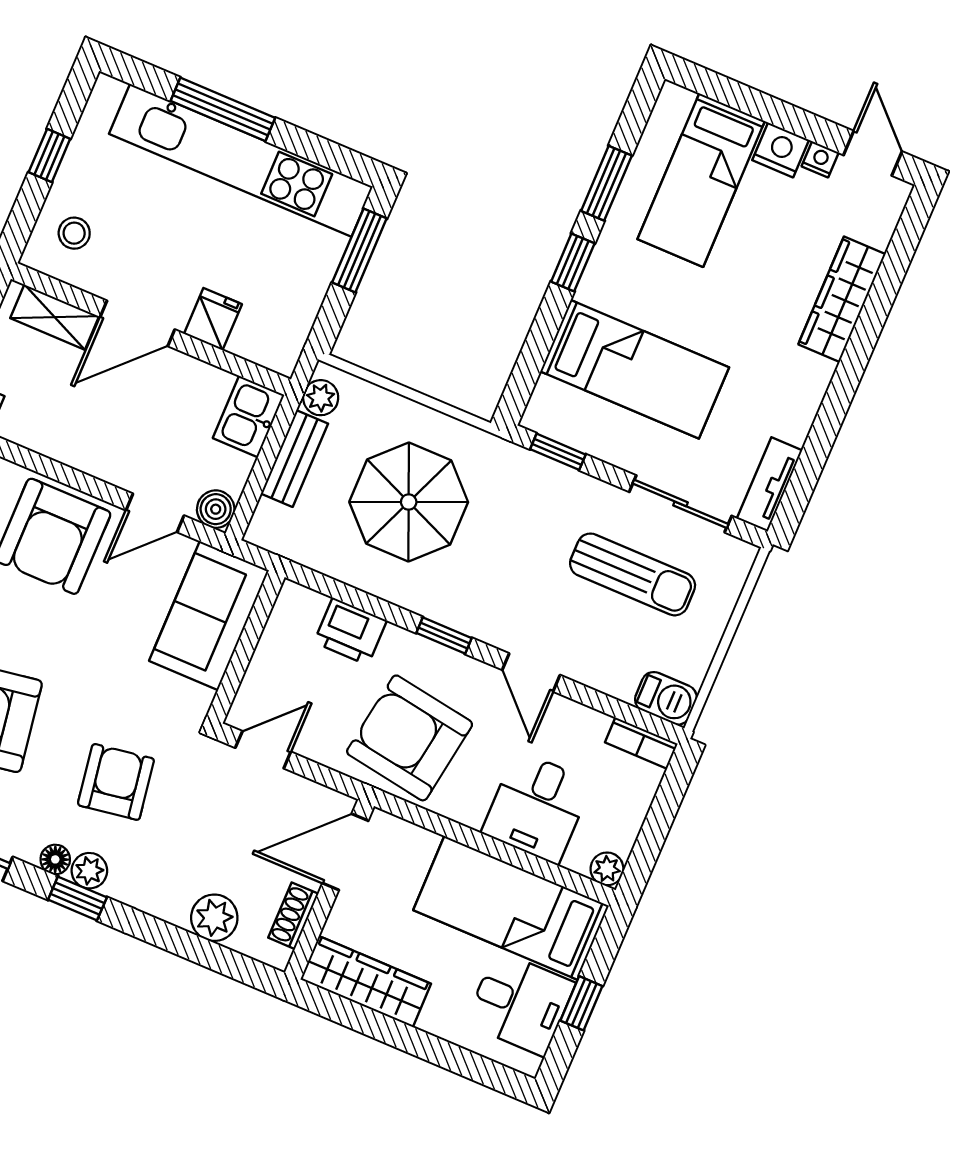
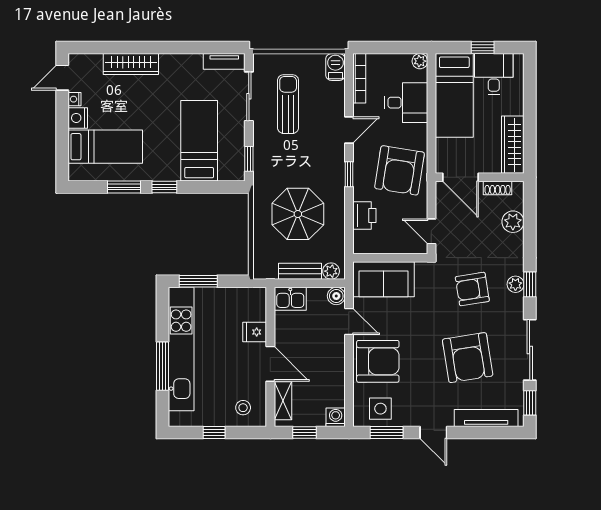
plant: (321, 398) -> (331, 271), moved
bookcase: (641, 743) -> (359, 78), width x1.56
floor lamp: (55, 859) -> (517, 301), removed

